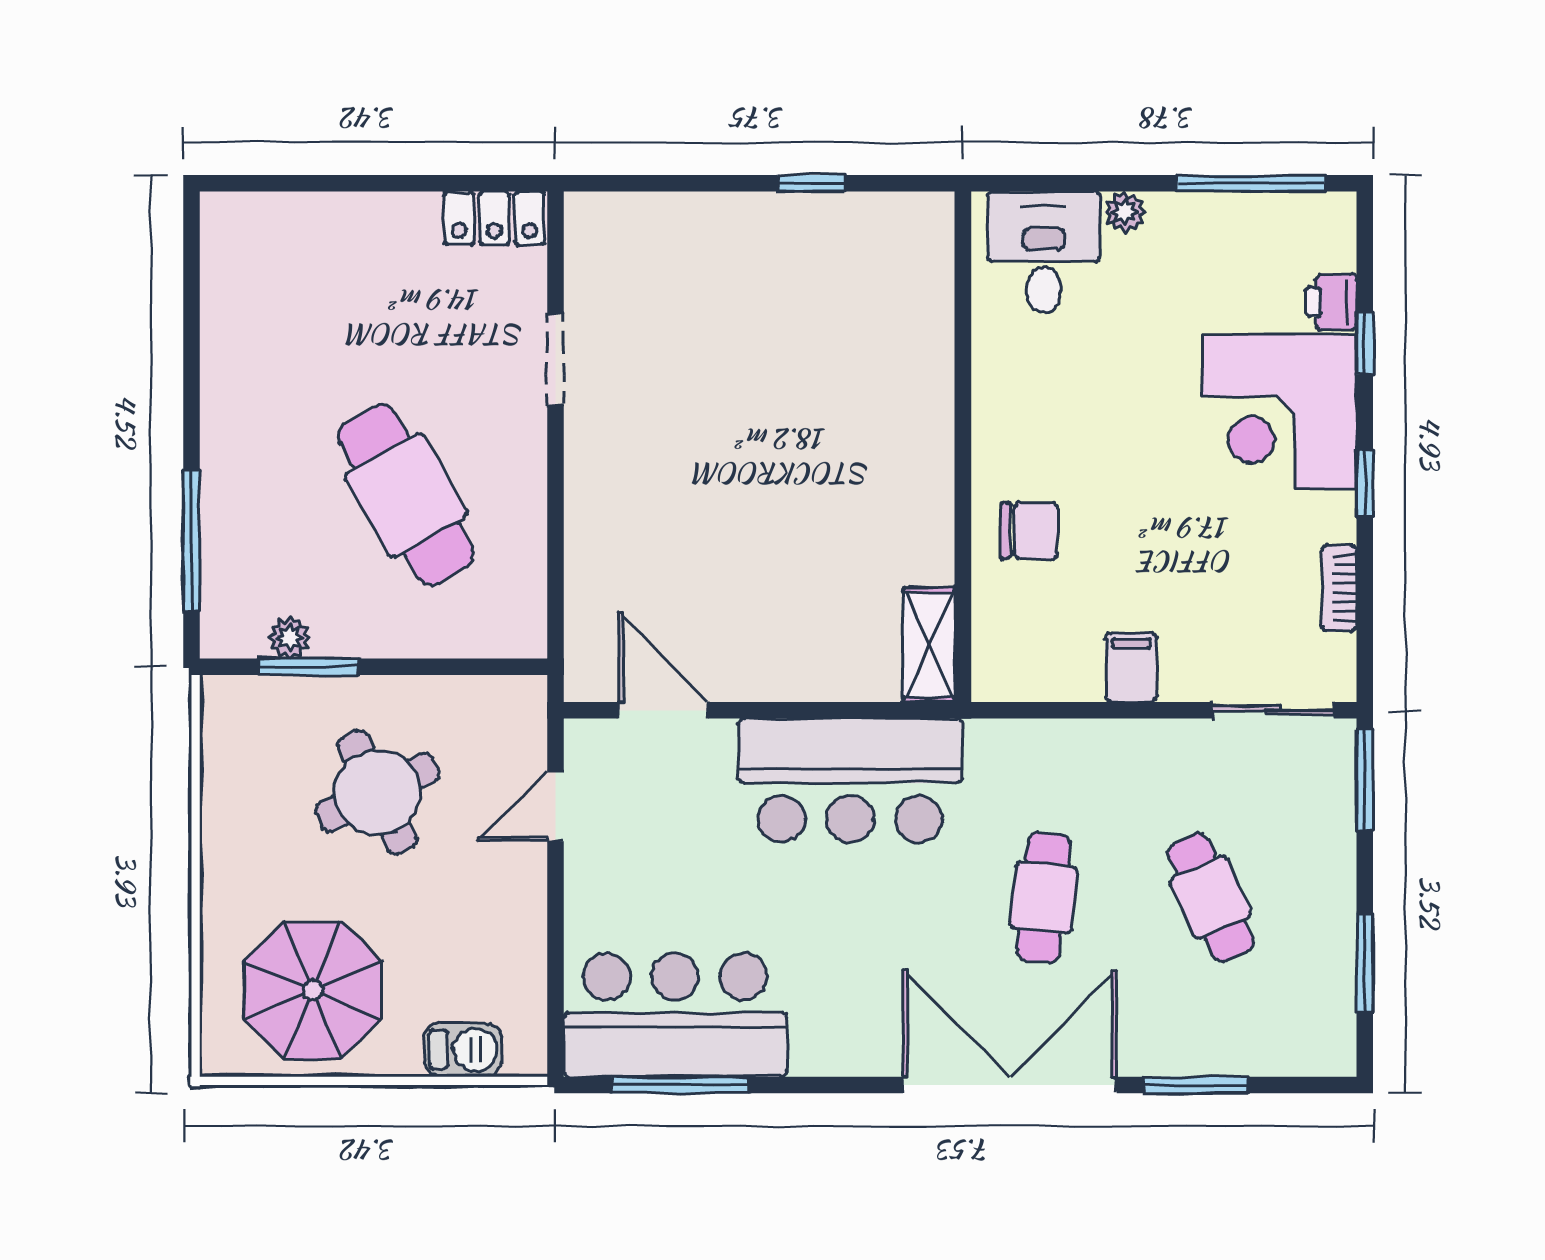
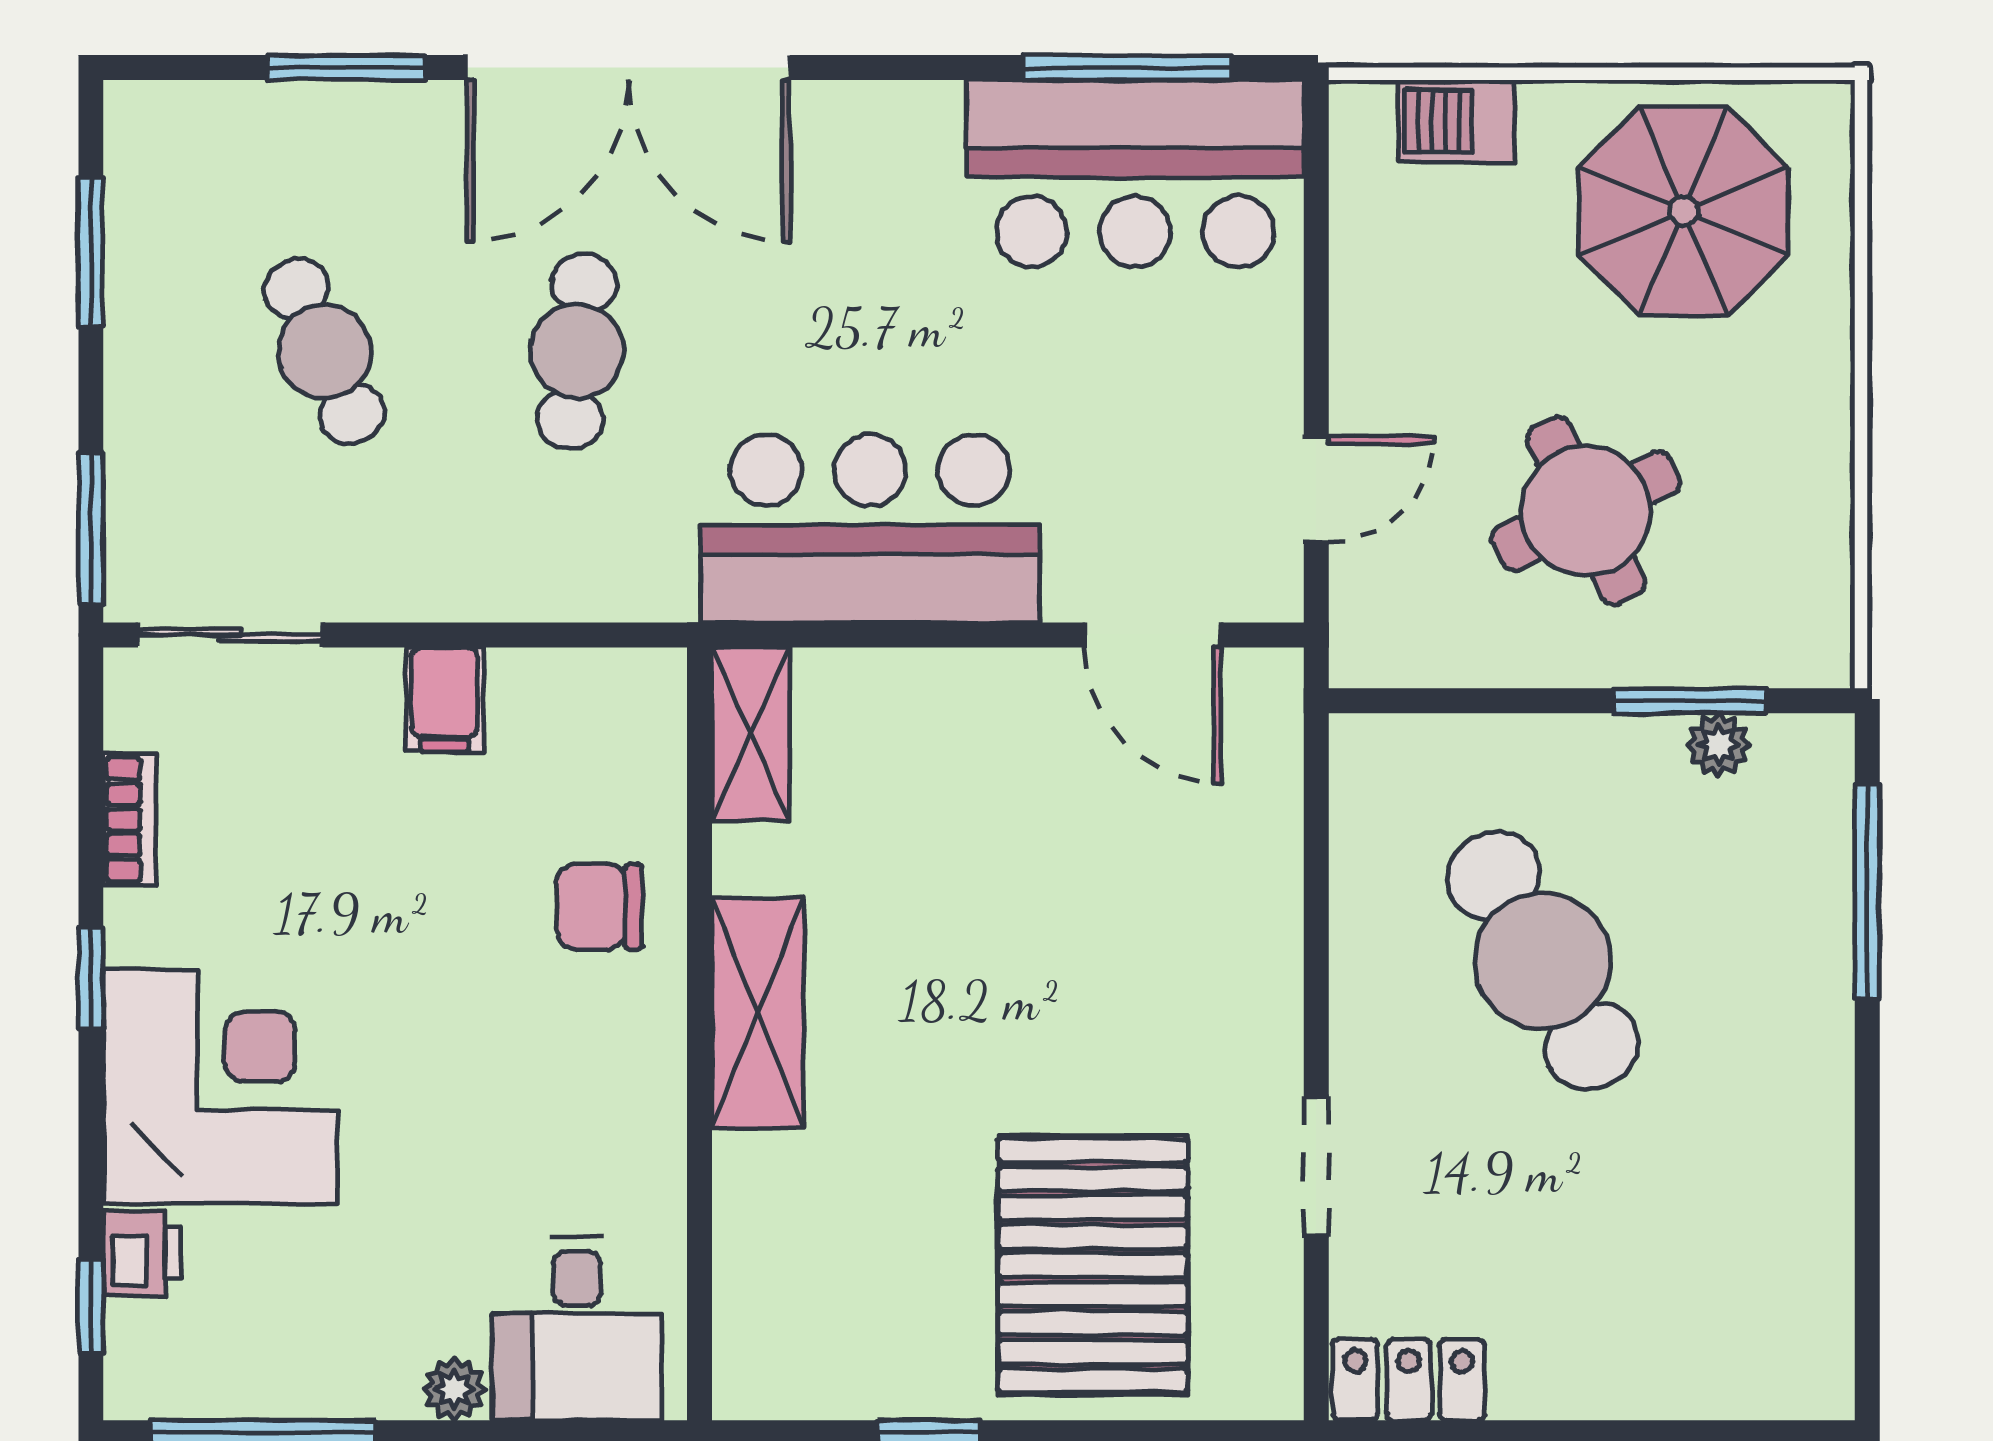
pallet: (703, 294) -> (1093, 1265), added
window: (1365, 343) -> (91, 1306), moved
shelving: (924, 460) -> (758, 1013), added

